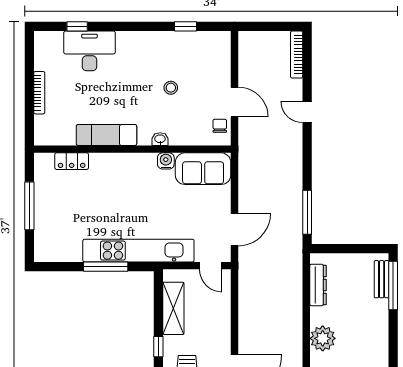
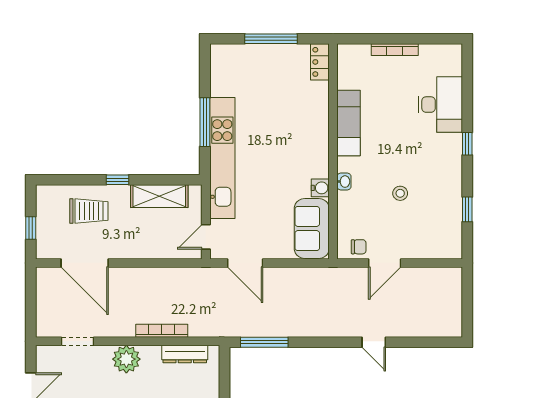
window: (77, 26) -> (467, 144), moved
bookcase: (297, 54) -> (162, 331), moved
door: (307, 112) -> (374, 342), swing flipped
locker: (72, 161) -> (320, 62), moved

